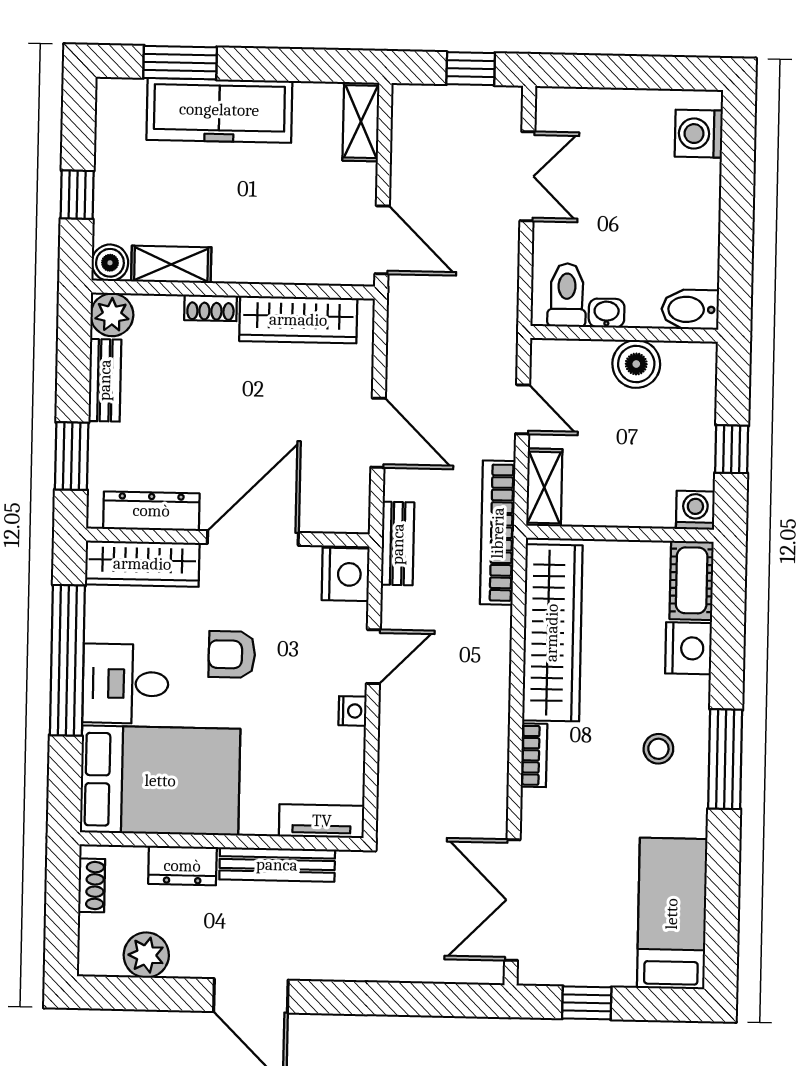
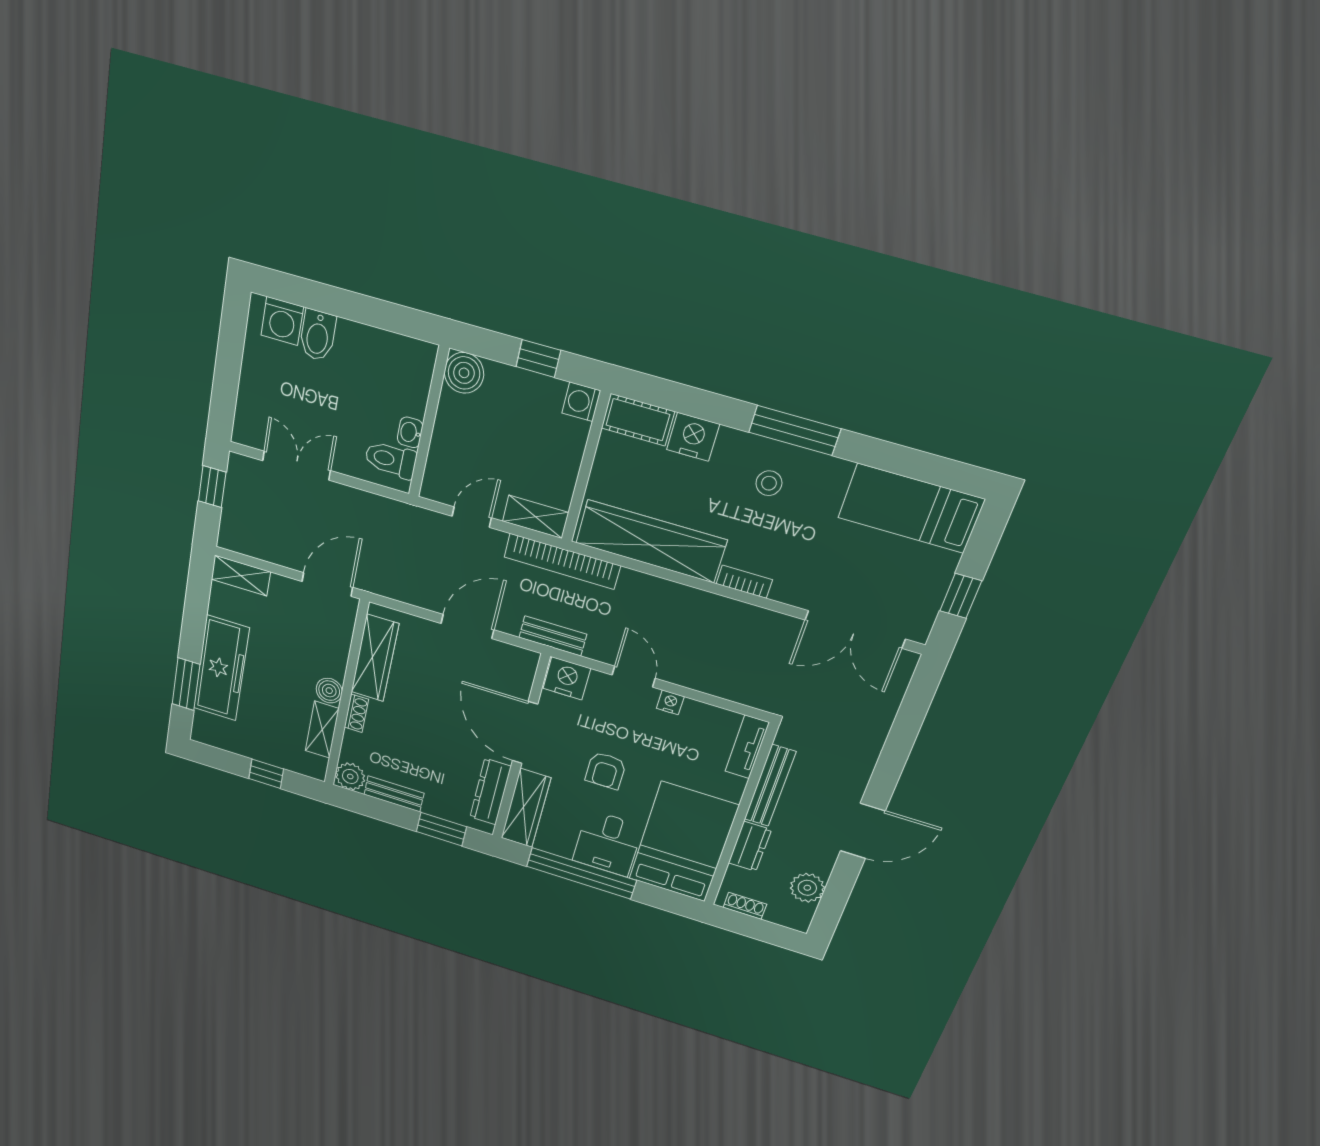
boiler: (110, 263) -> (329, 691), moved
bidet: (690, 309) -> (318, 335), moved
boiler: (636, 364) -> (464, 373), moved

